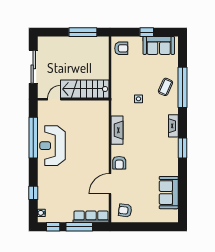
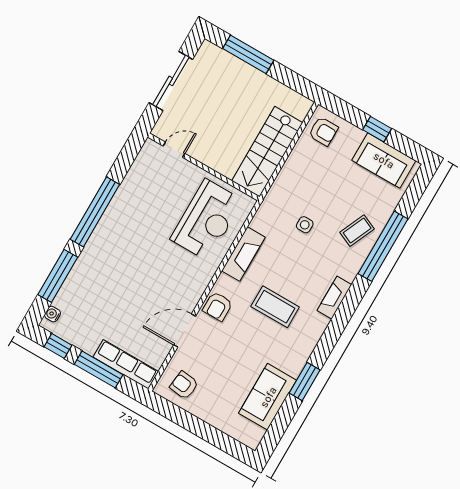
window: (83, 32) -> (248, 54), moved
stairs: (85, 89) -> (267, 152), moved, turned -90
window: (33, 138) -> (95, 212), moved
reception desk: (52, 146) -> (207, 220), moved, turned 180
coffee table: (147, 147) -> (275, 307), added
window: (182, 148) -> (305, 381), moved
window: (33, 193) -> (58, 276), width x2.17

